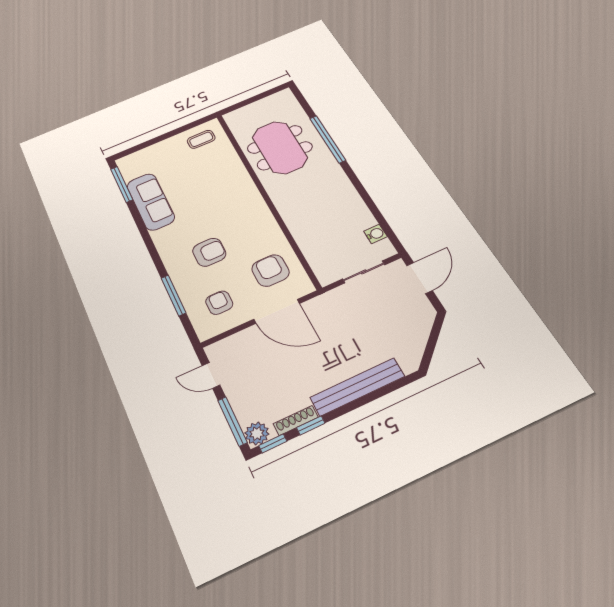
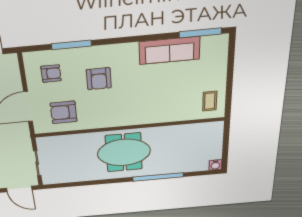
meeting table: (280, 148) -> (124, 152), moved
water cooler: (375, 234) -> (215, 165), moved
armchair: (270, 270) -> (64, 112), turned 180

